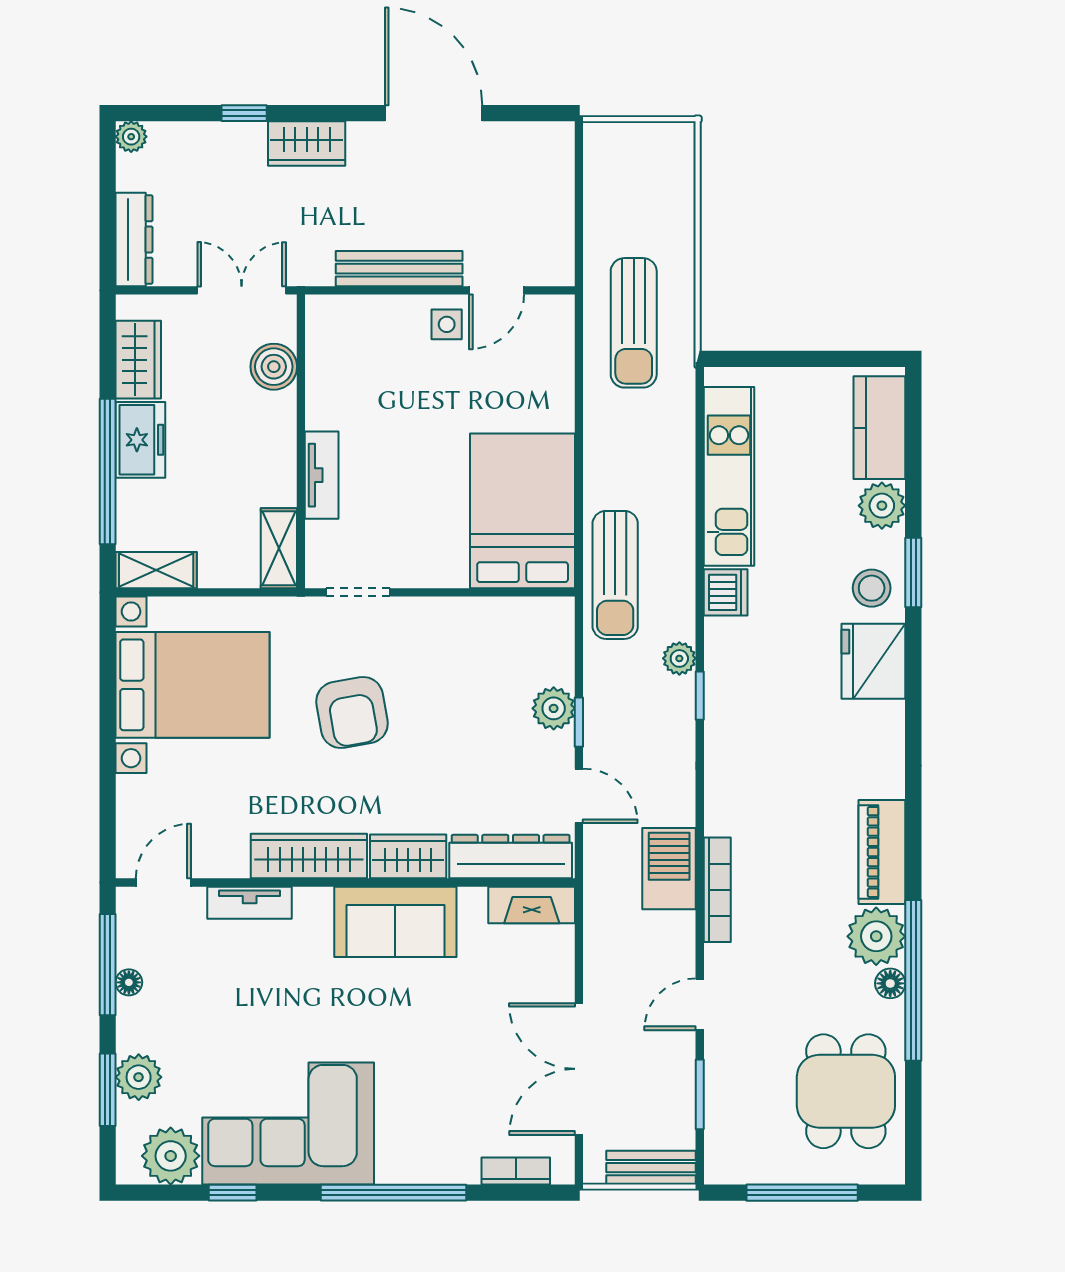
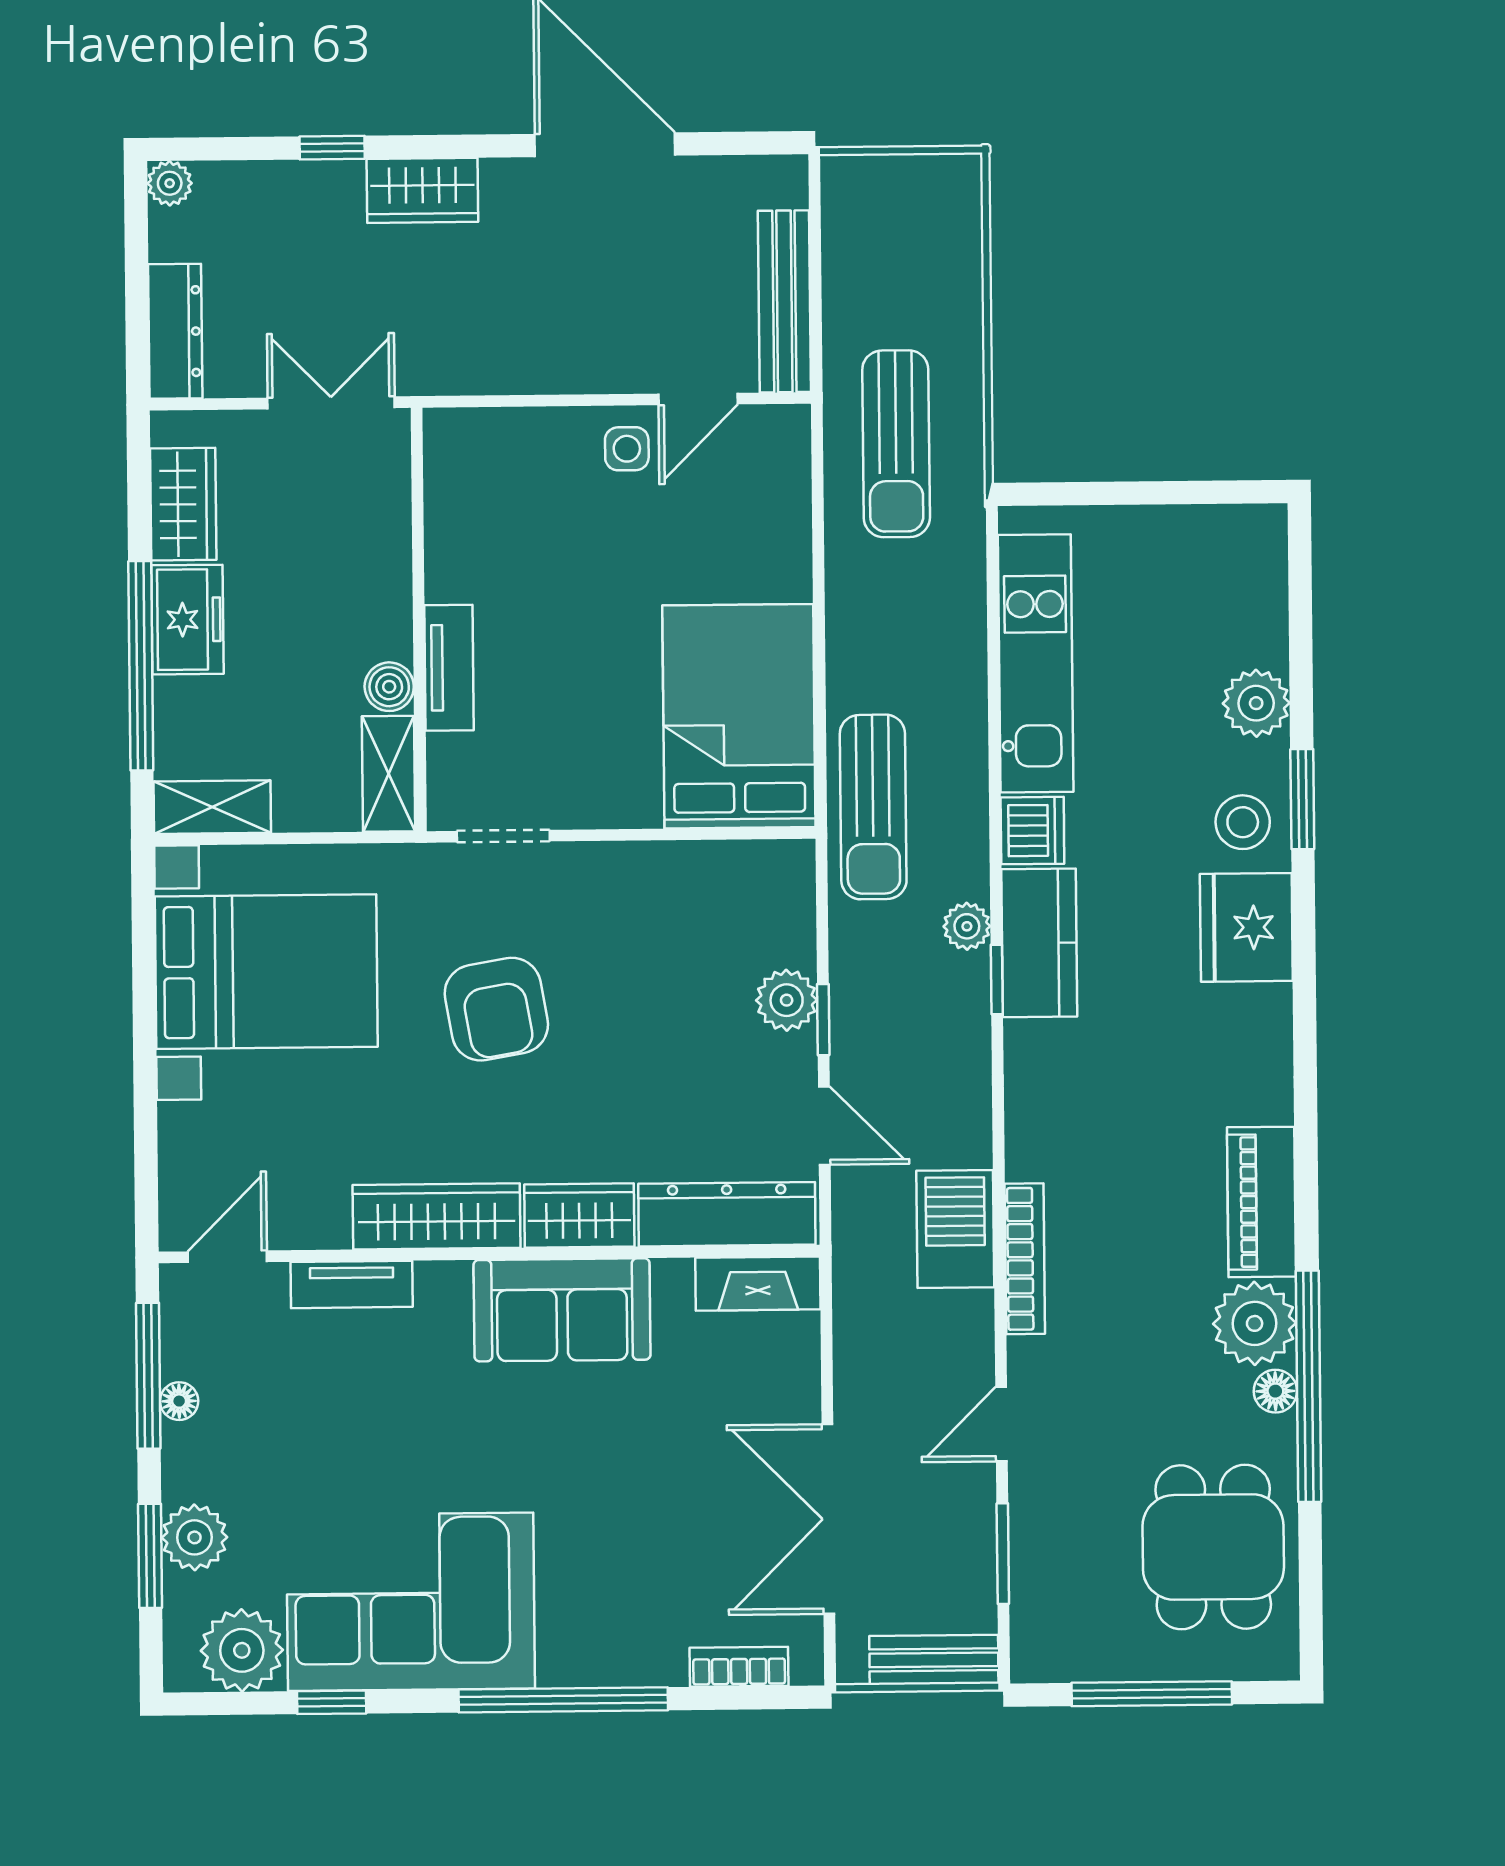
bench: (399, 269) -> (784, 301), moved, turned 90
boiler: (274, 367) -> (389, 687), moved, width x0.73, depth x0.73
kitchen counter: (879, 428) -> (1039, 943), moved, turned 180

